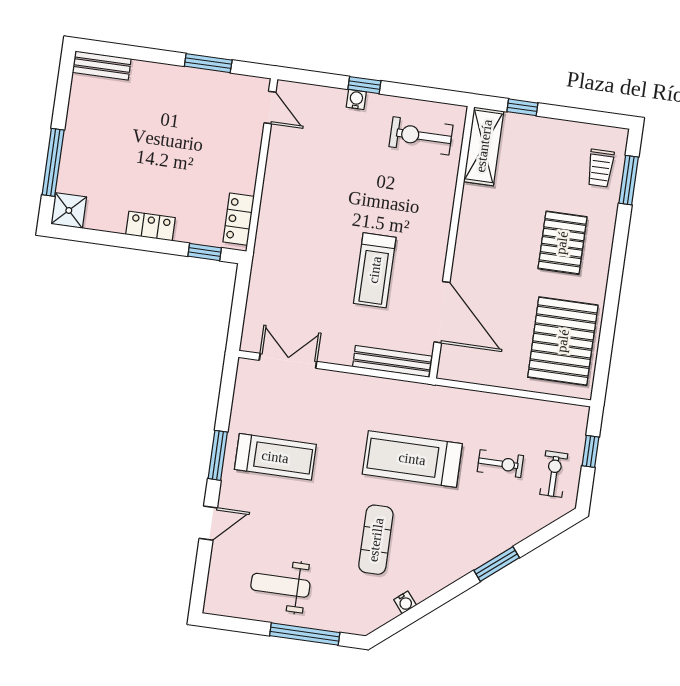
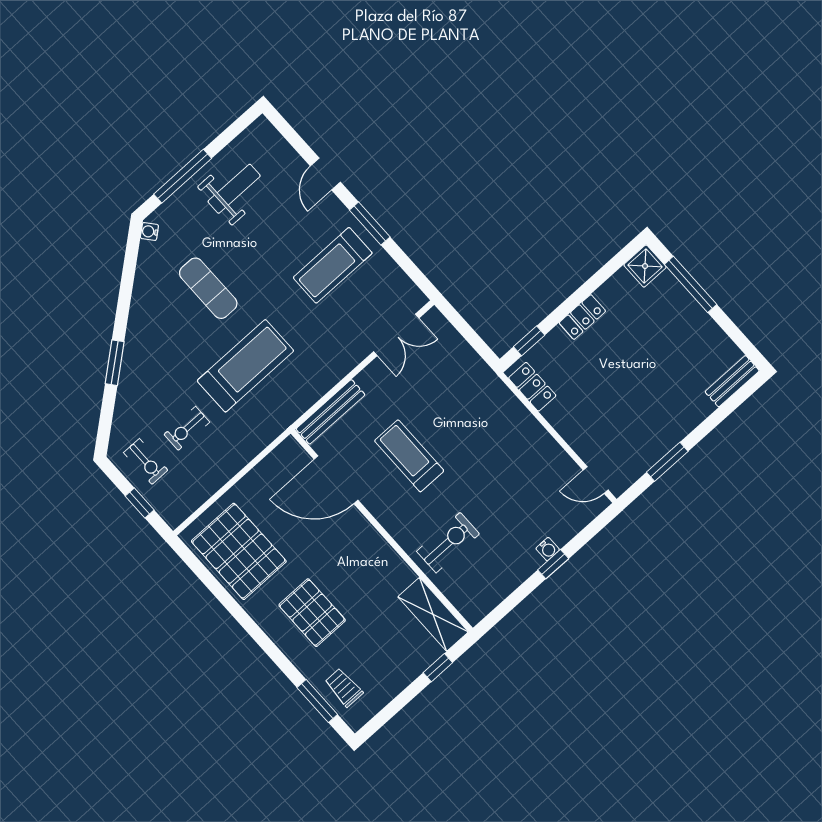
exercise bike: (421, 136) -> (448, 543), moved
water cooler: (405, 602) -> (149, 232), moved

